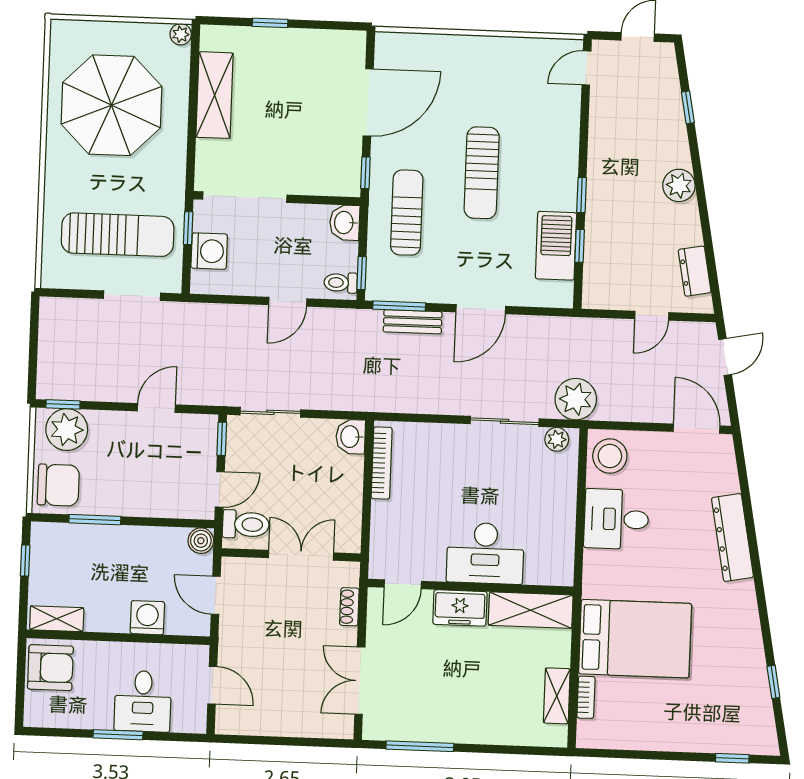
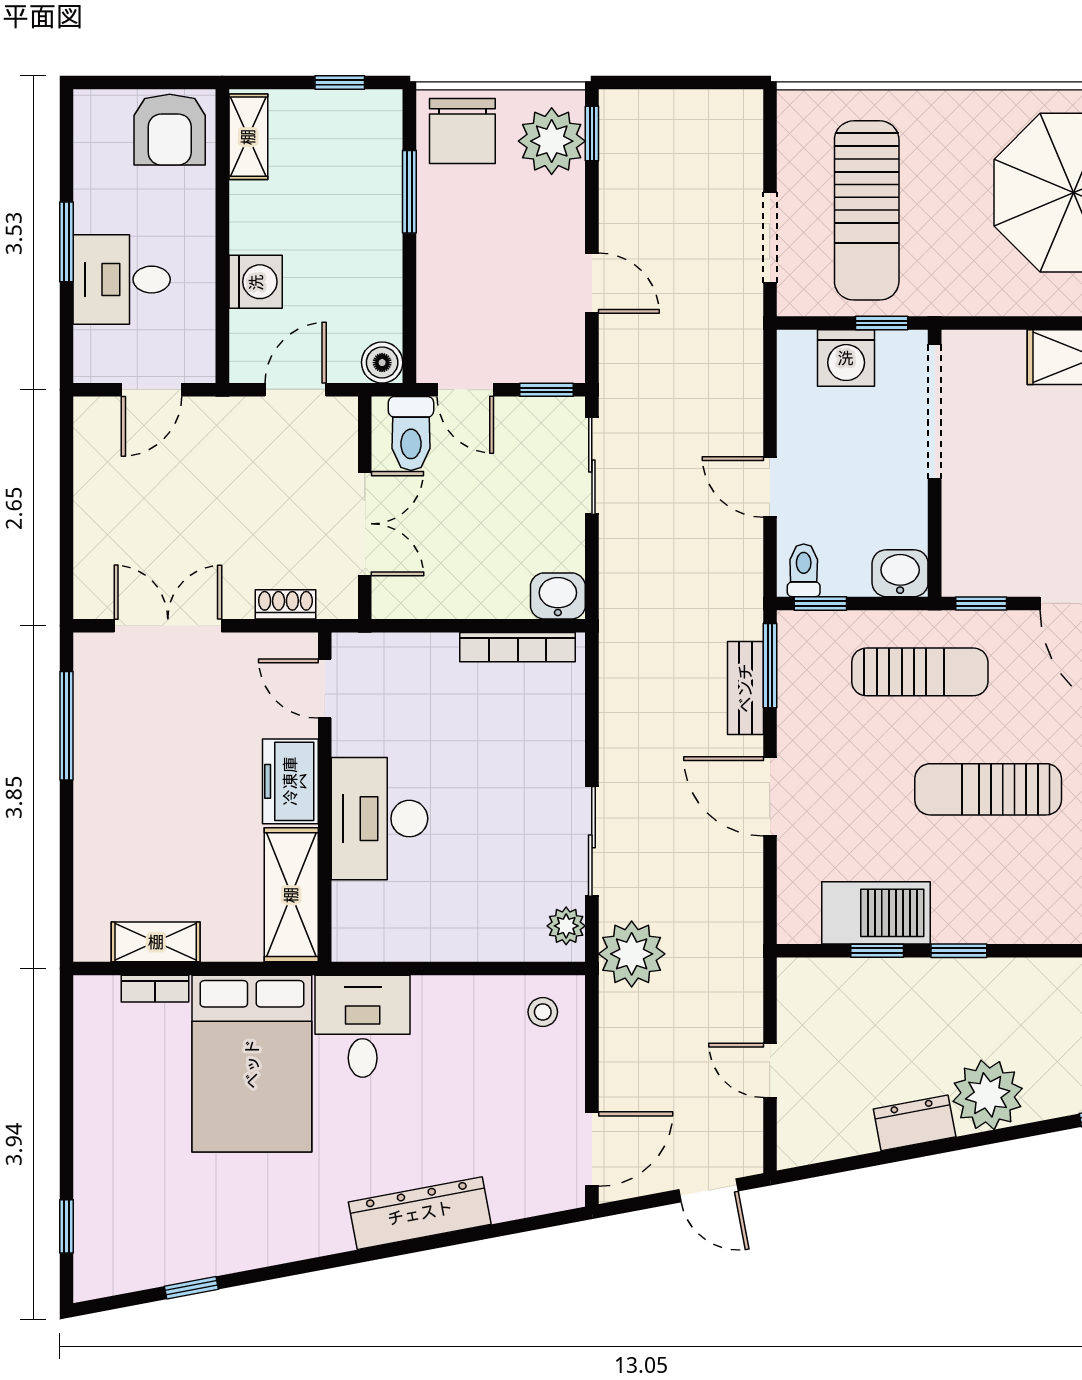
plant: (679, 185) -> (988, 1095), width x1.36, depth x1.36
dresser: (695, 271) -> (915, 1123), moved
stool: (610, 456) -> (543, 1012), width x0.53, depth x0.53
desk: (616, 519) -> (363, 1026), moved

